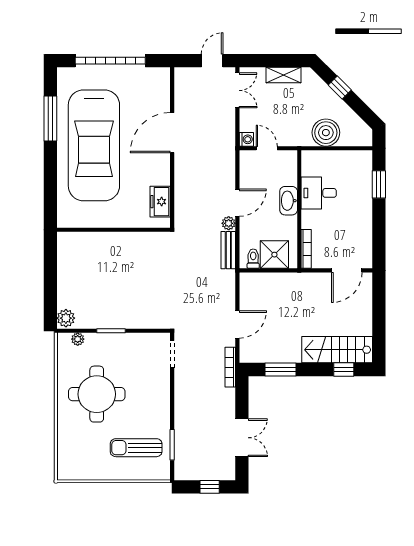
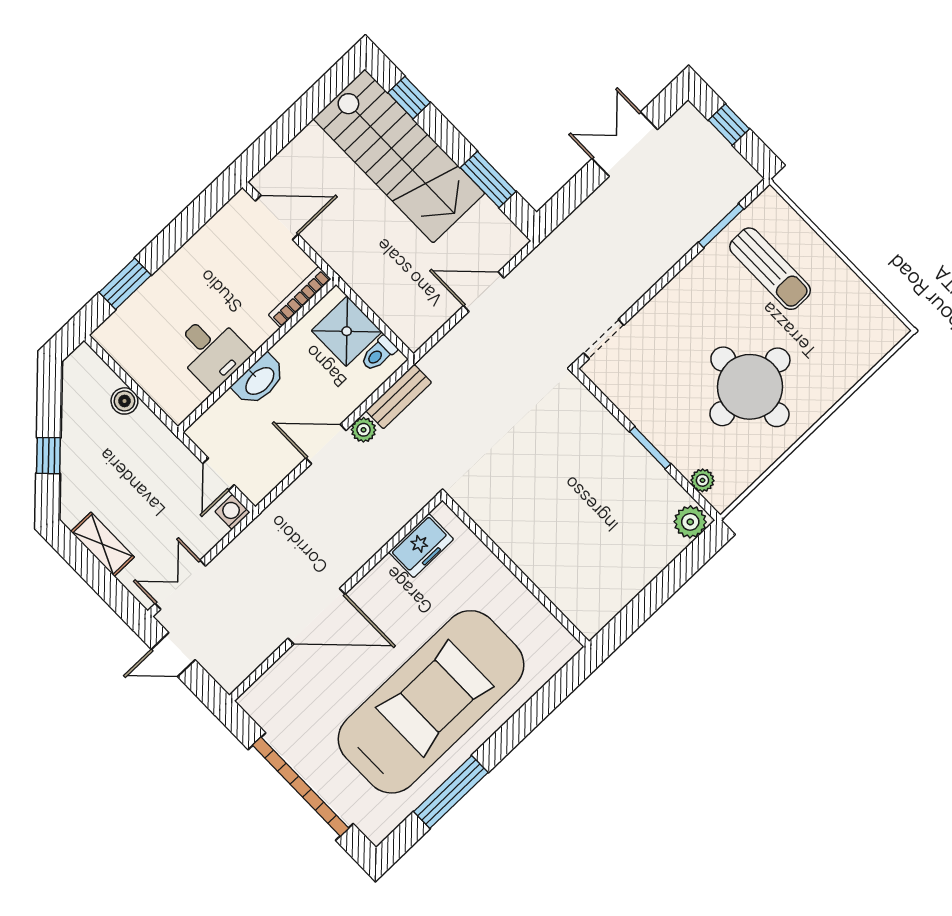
boiler: (326, 133) -> (124, 401), width x0.54, depth x0.54
stairs: (337, 350) -> (399, 156), width x1.36, depth x1.51
bookcase: (230, 367) -> (548, 248), removed

